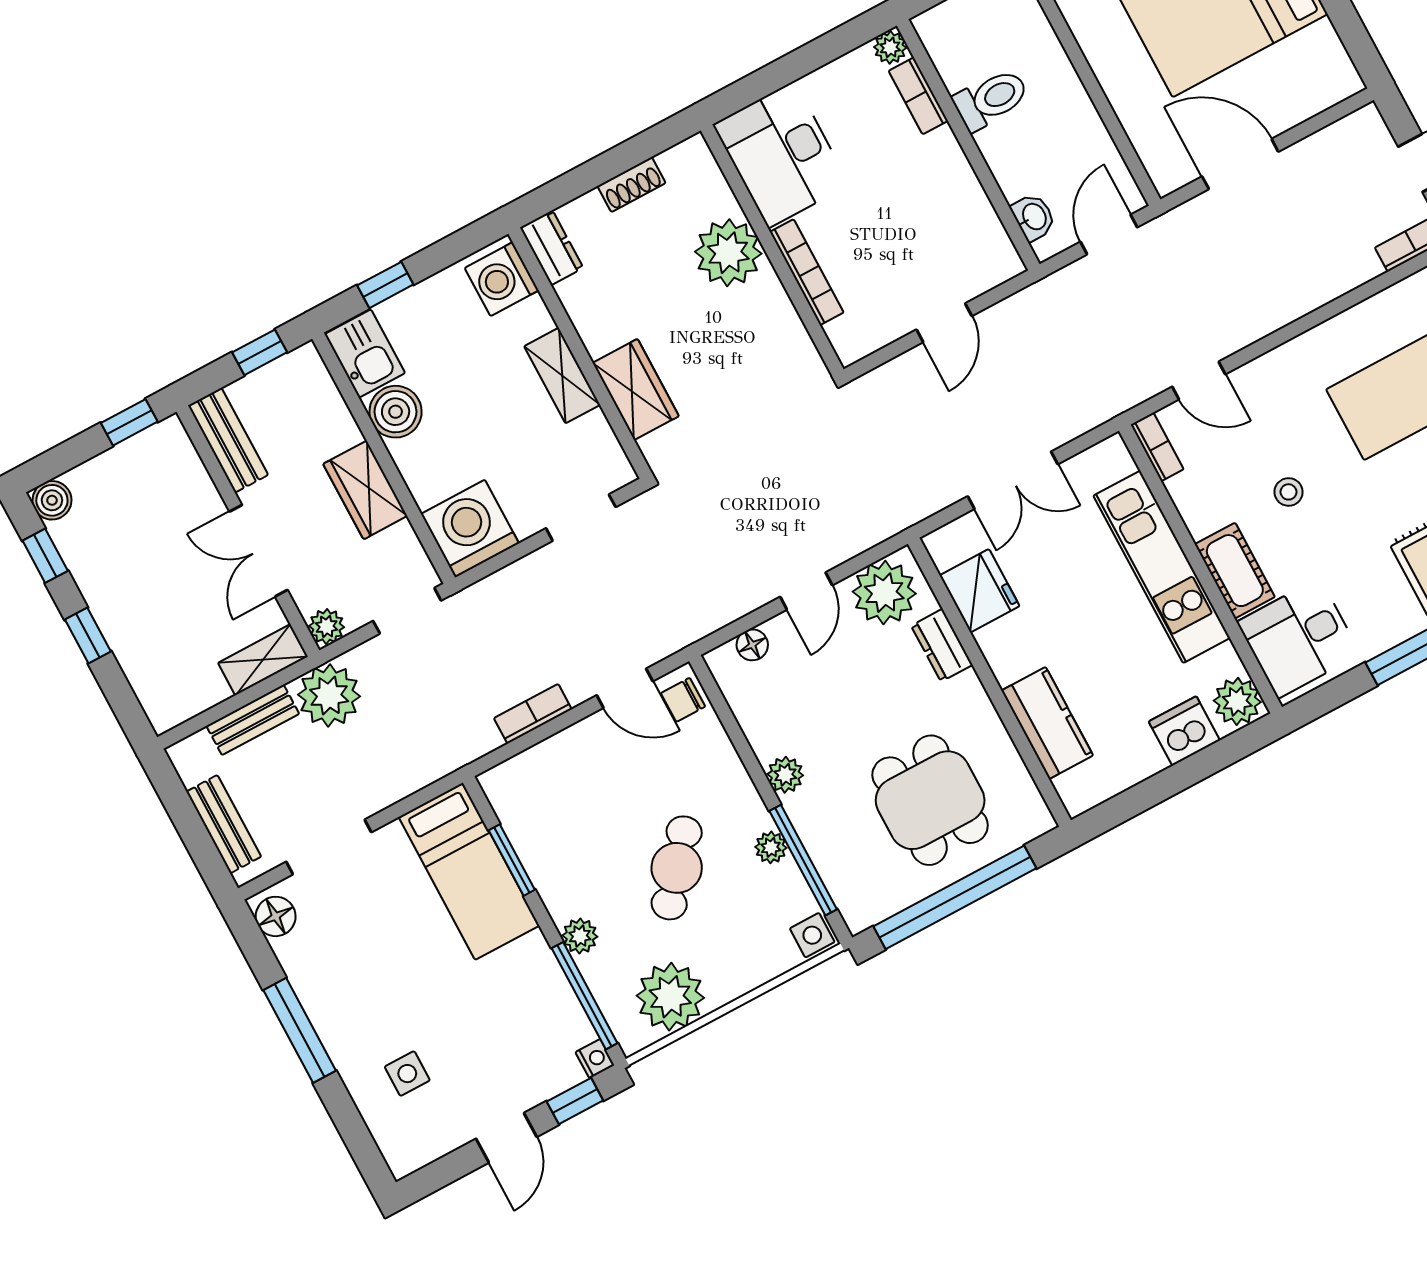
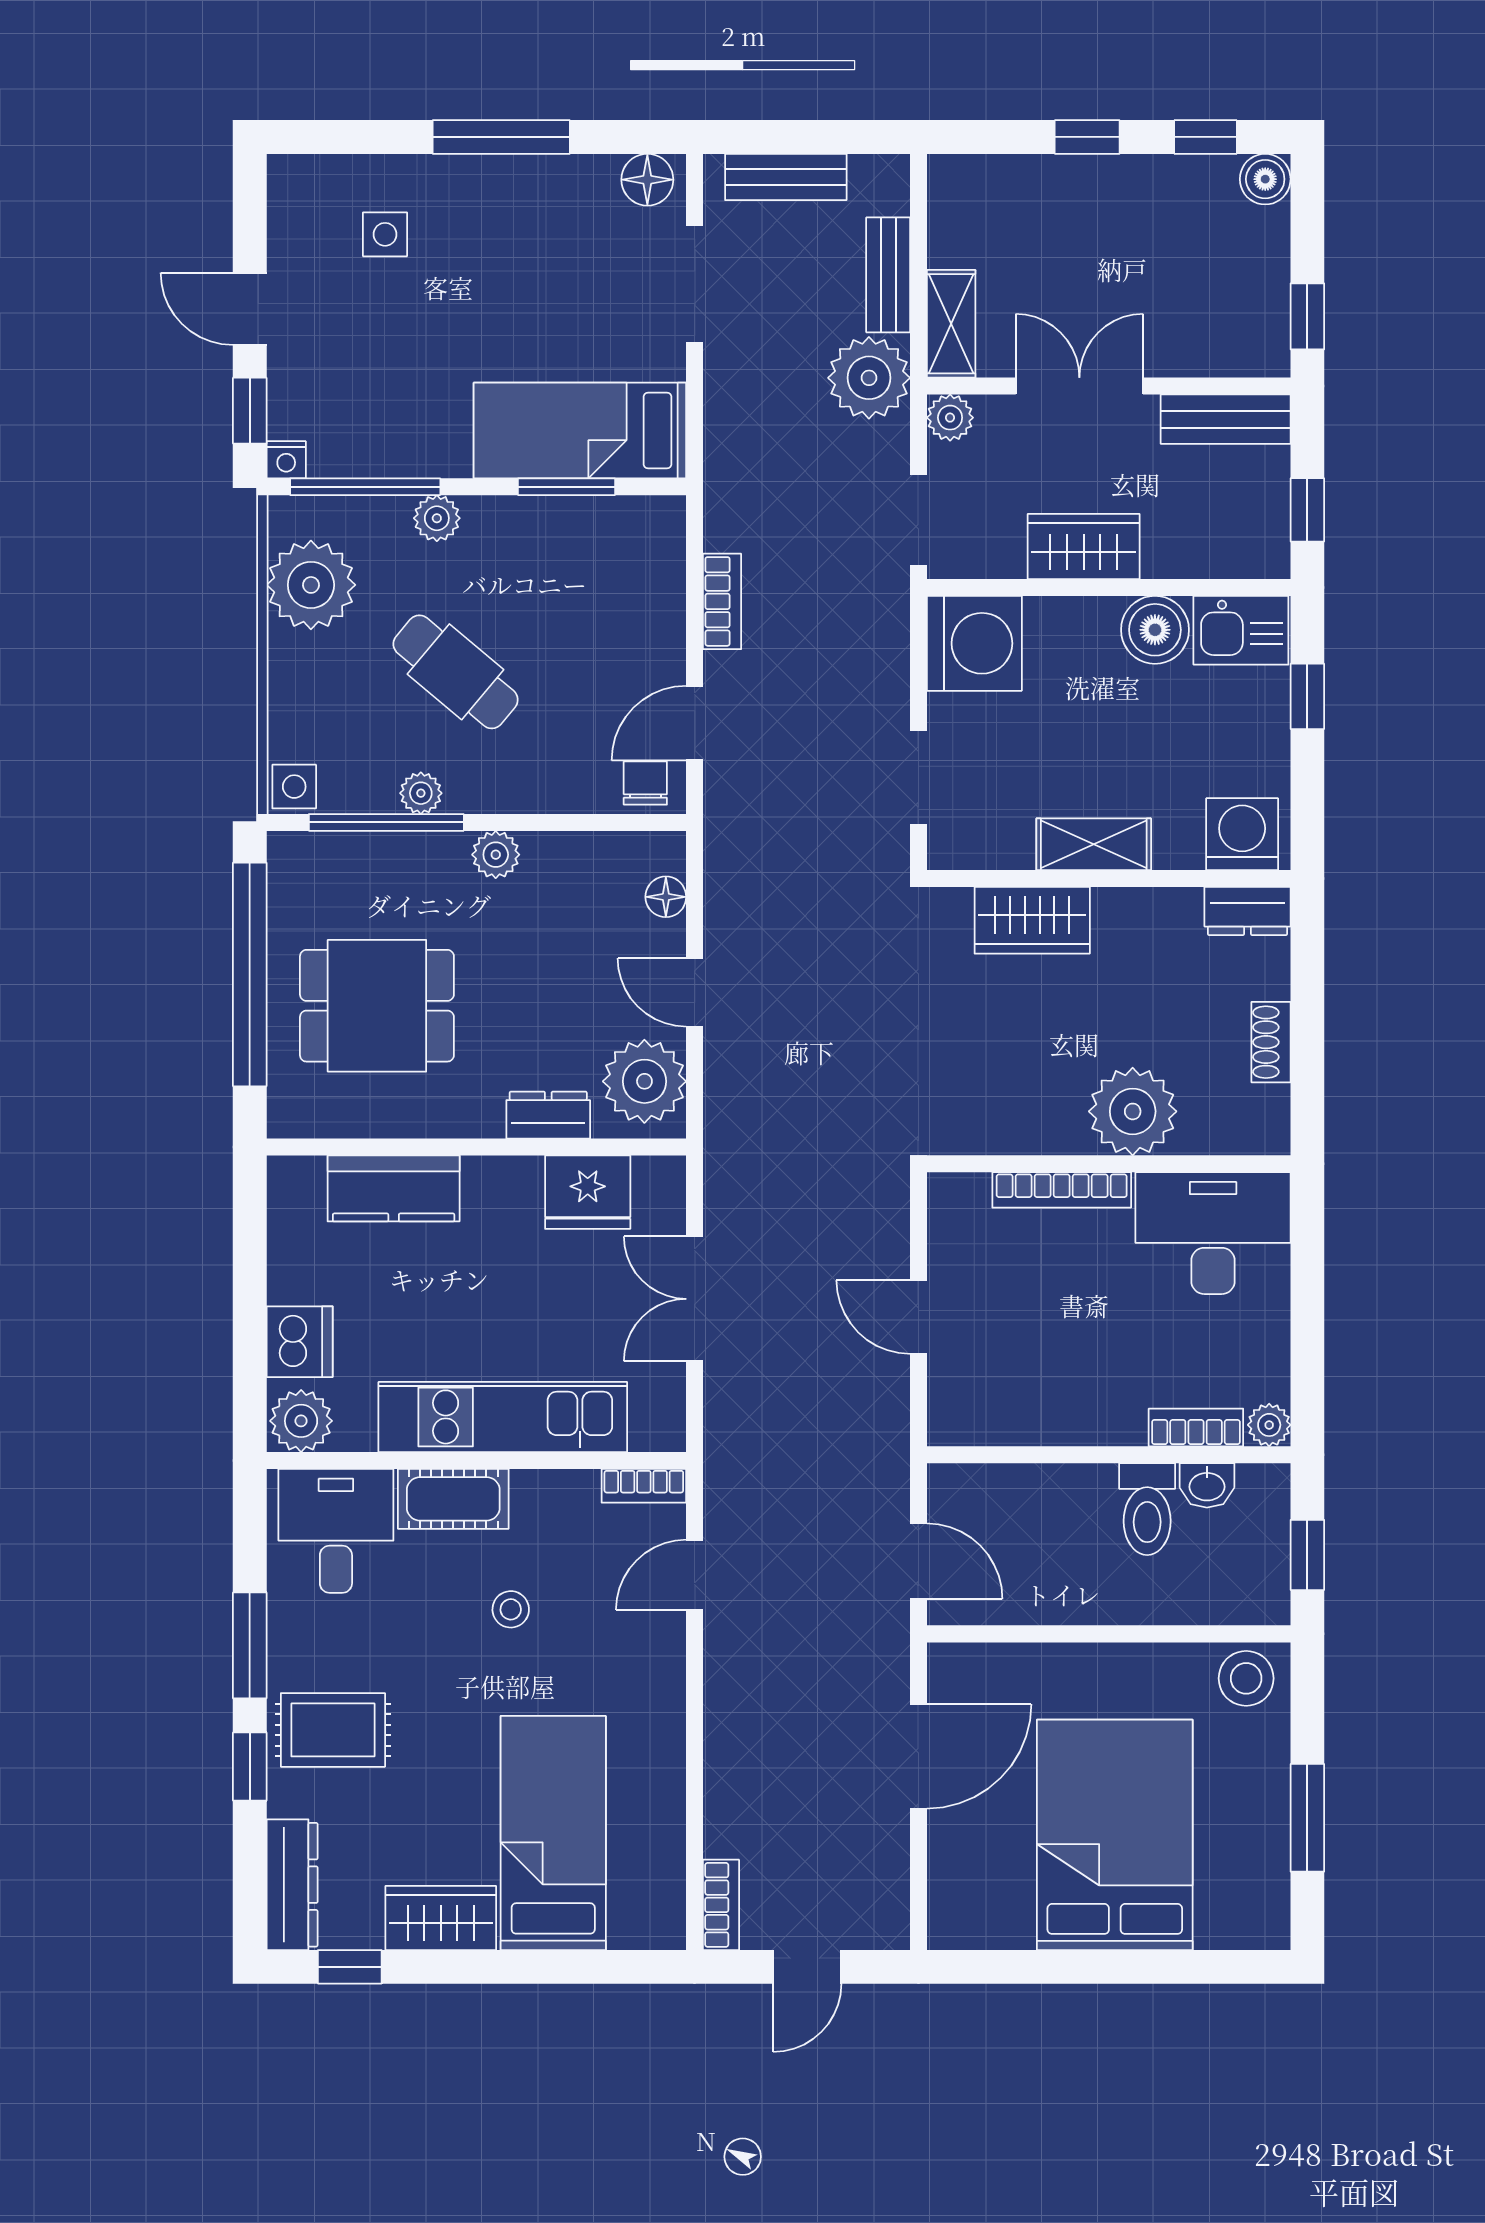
washbasin: (1034, 217) -> (1207, 1485), moved

